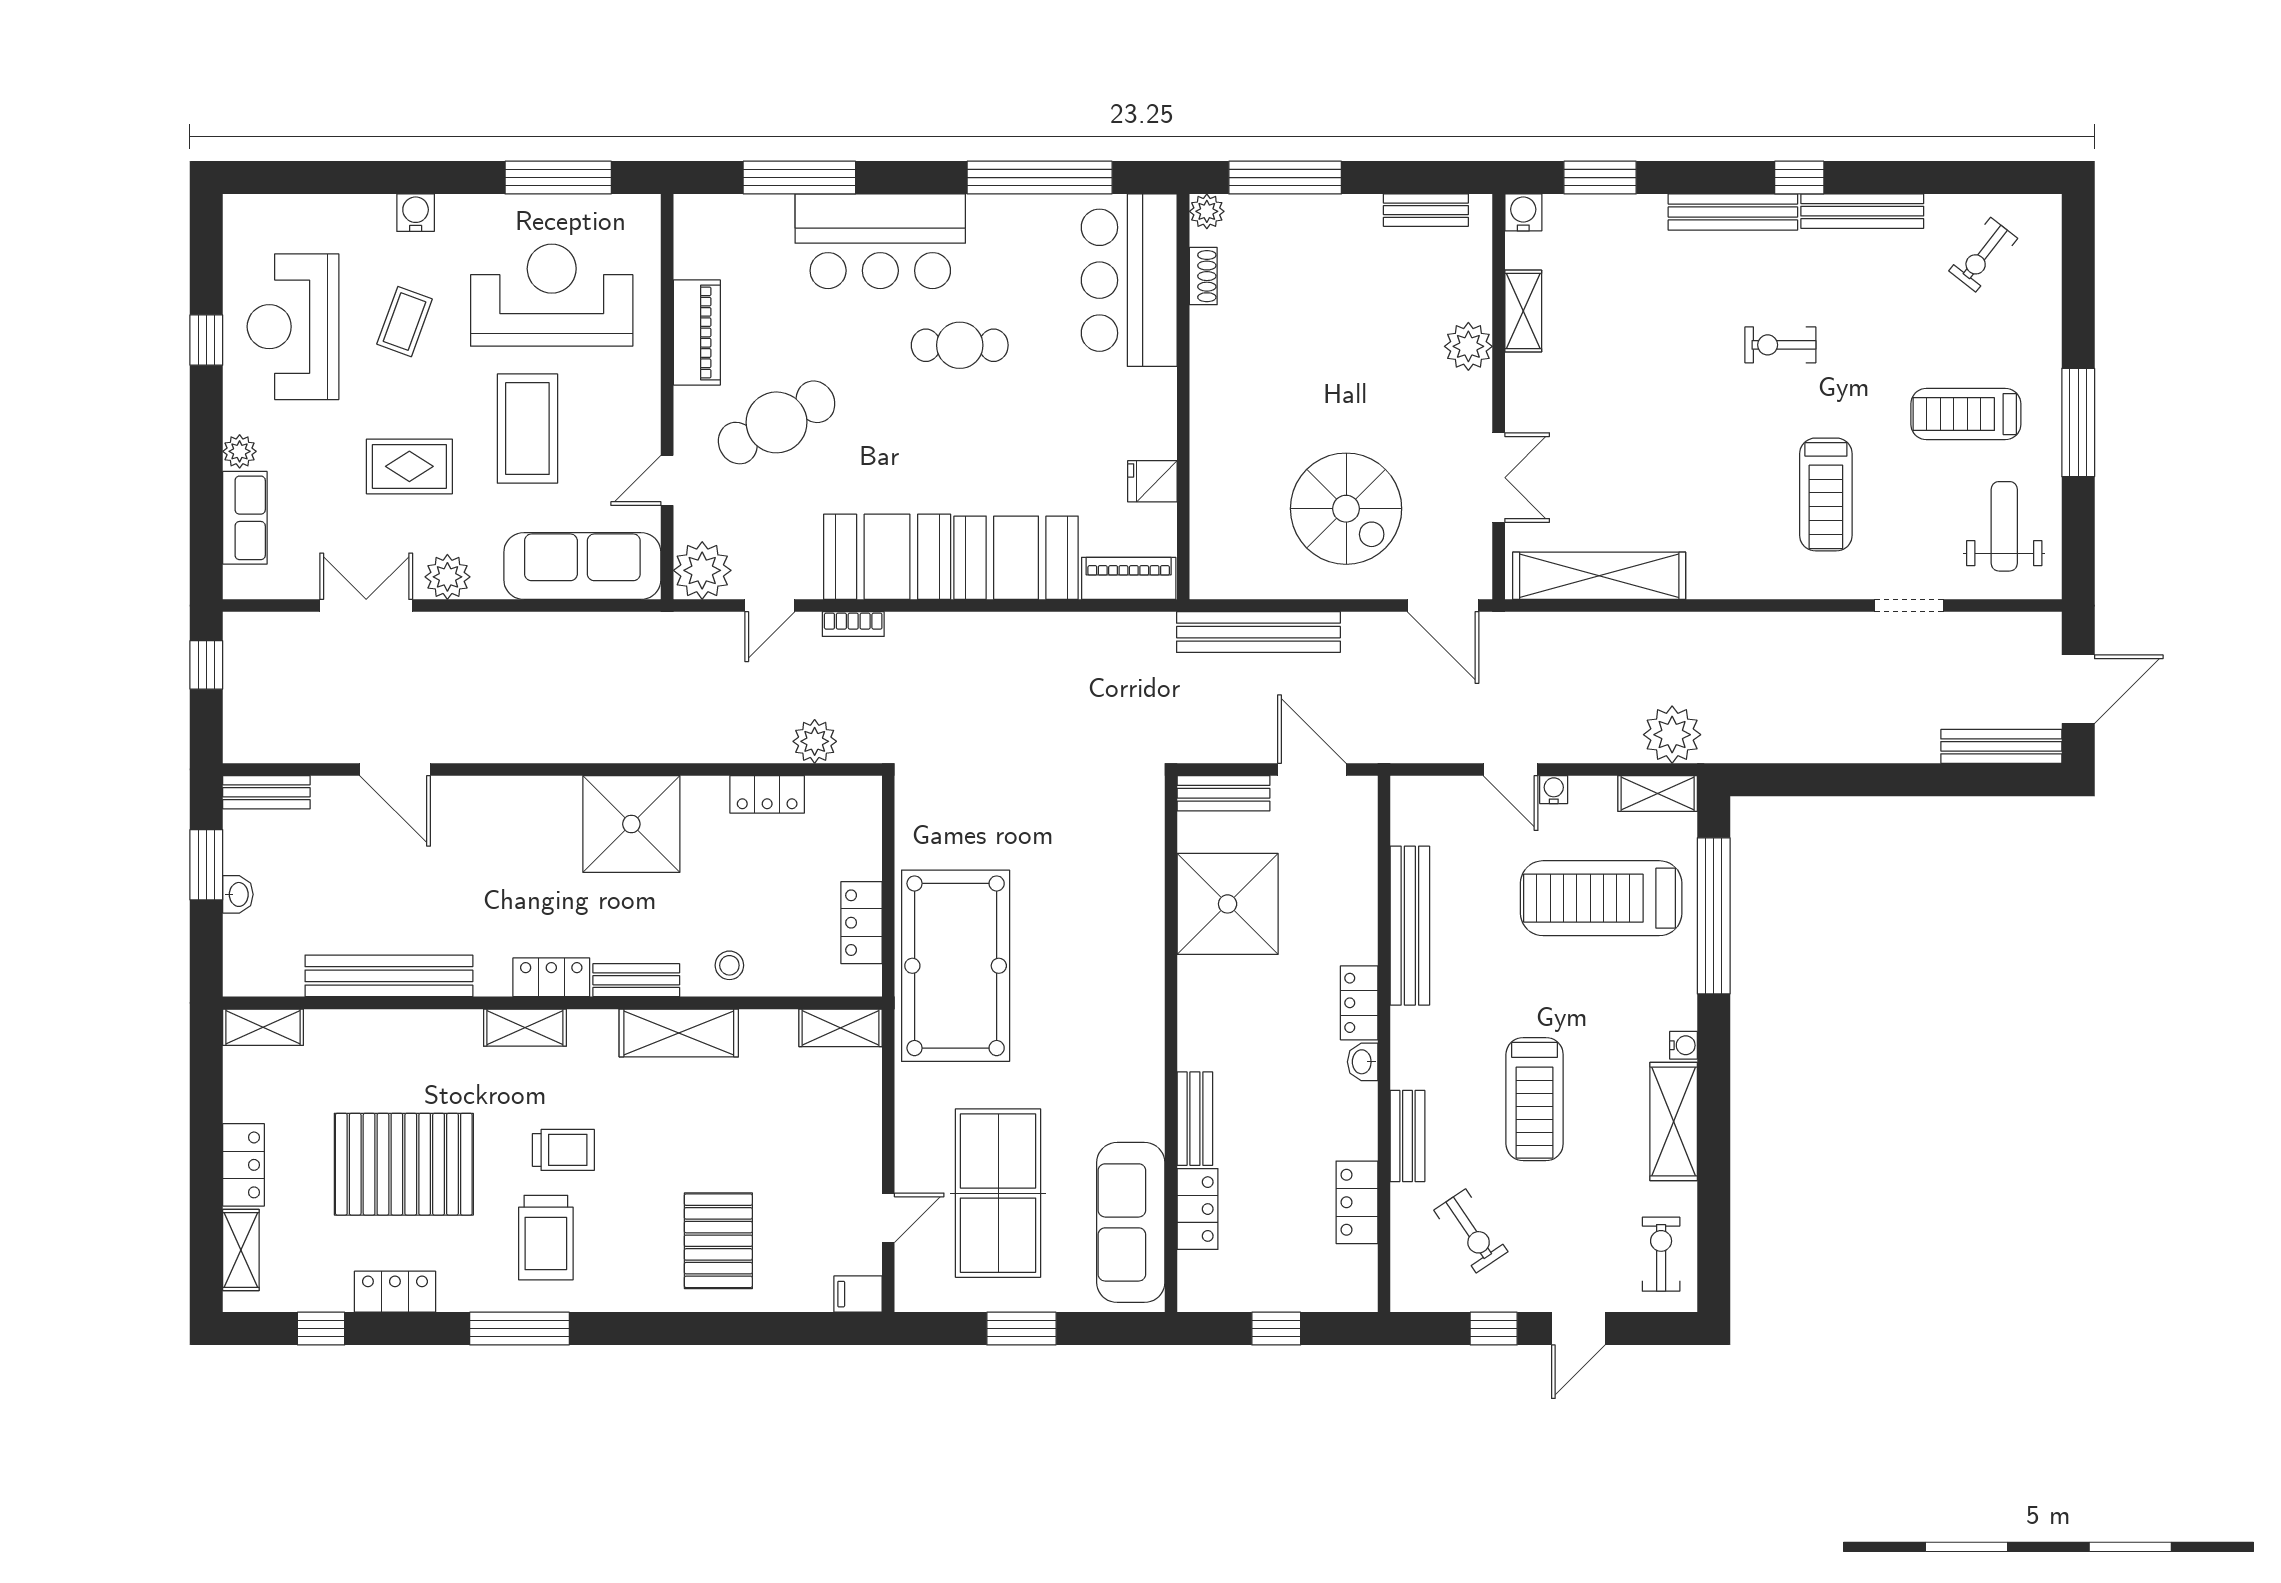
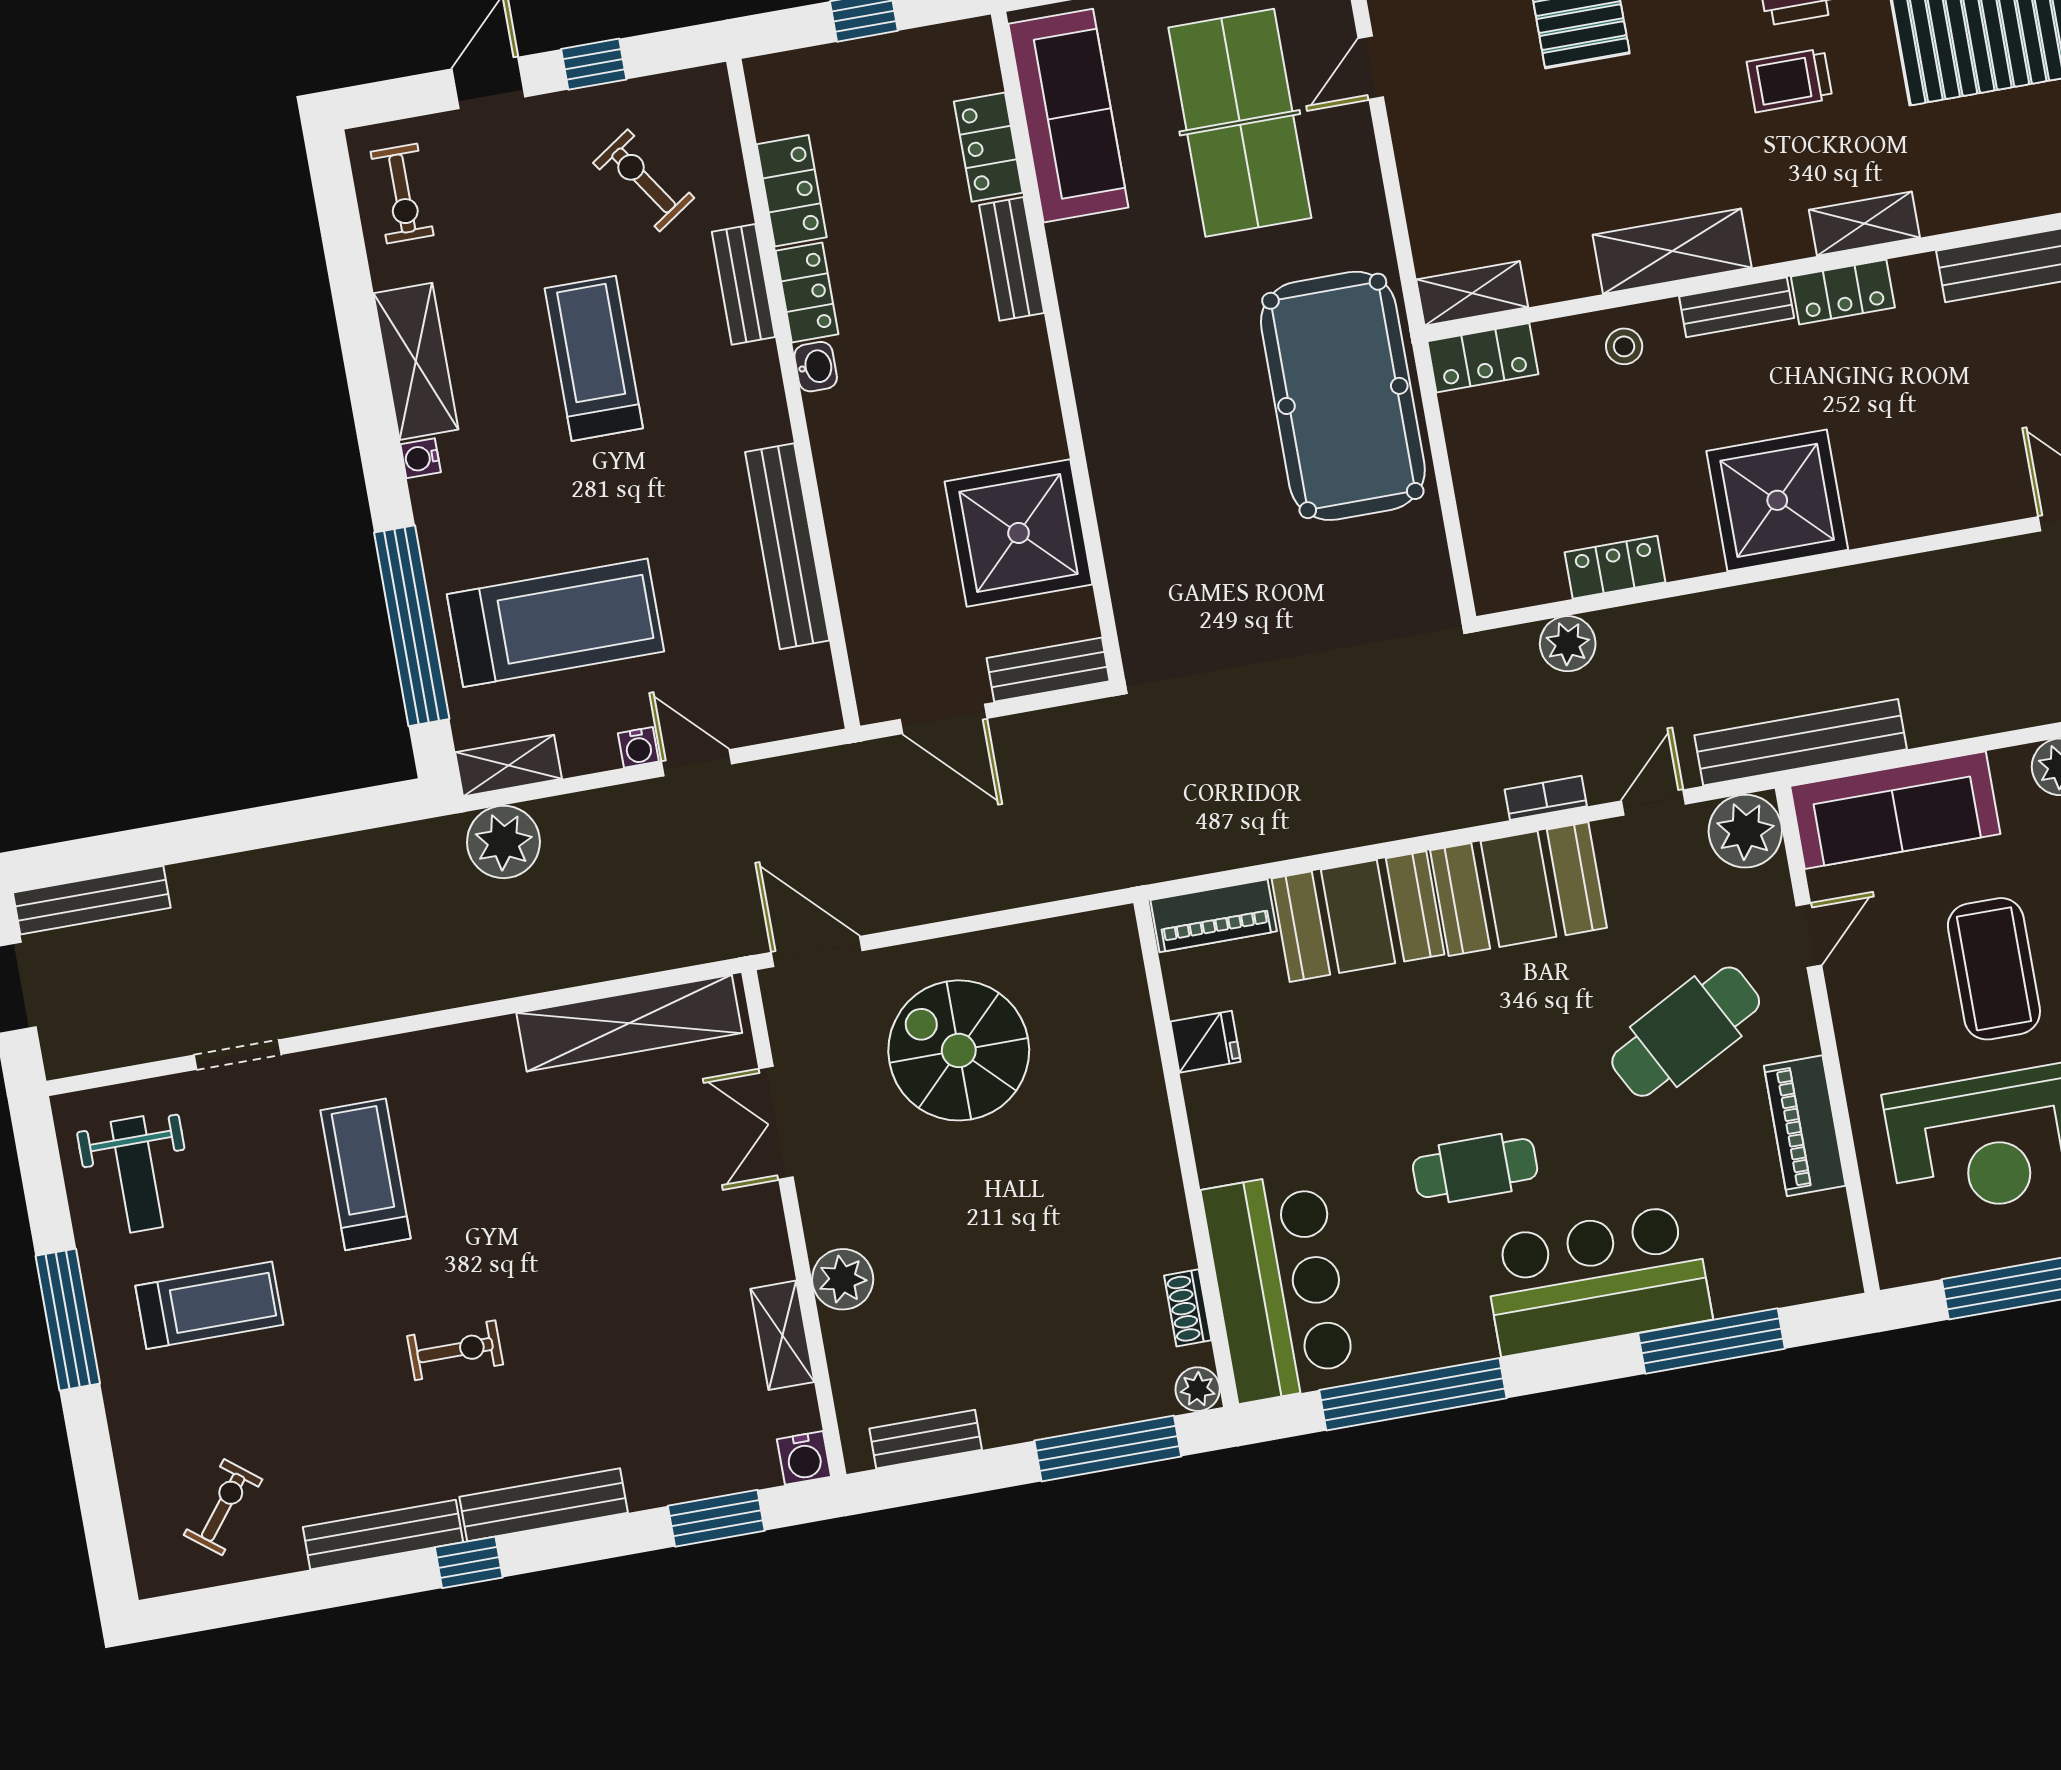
bench: (1258, 632) -> (1801, 742), moved
locker: (861, 923) -> (1483, 358), moved, turned 90
locker: (1359, 1003) -> (807, 293), moved

